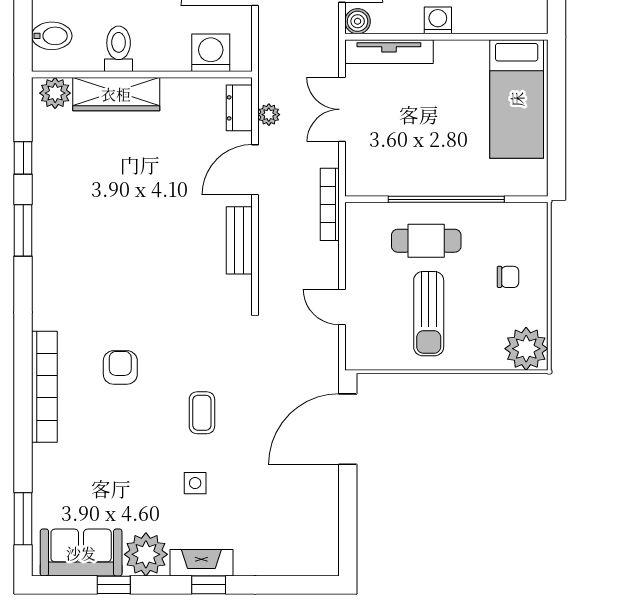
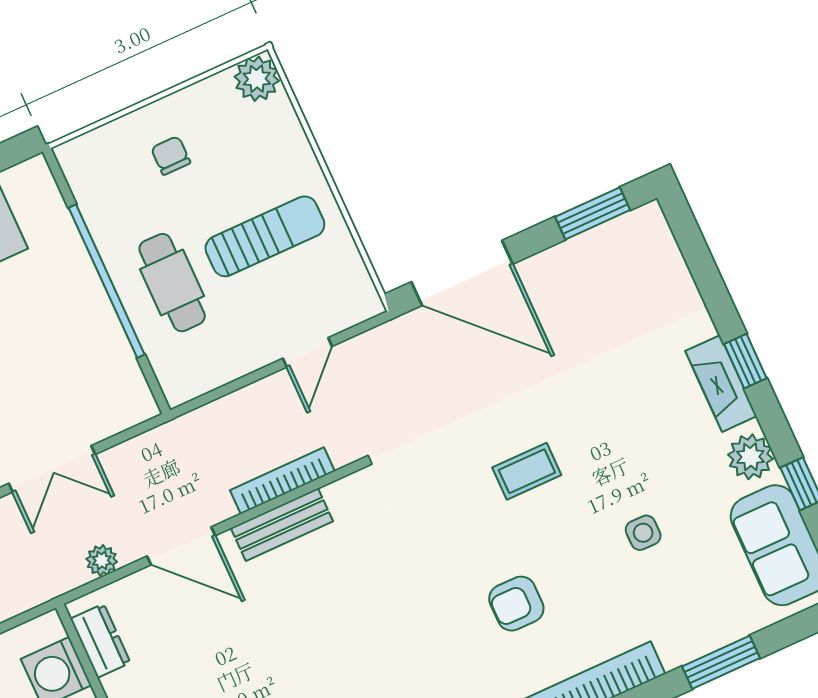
dresser: (239, 108) -> (100, 641), moved, turned -90
bookcase: (330, 204) -> (282, 481), moved, turned 180
plant: (526, 349) -> (257, 79), width x0.73, depth x0.73
side table: (195, 483) -> (643, 533), moved
window: (23, 519) -> (721, 662), moved
window: (348, 530) -> (593, 213), added
plant: (146, 554) -> (750, 457), width x0.73, depth x0.73

